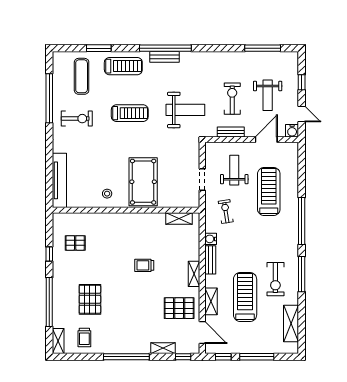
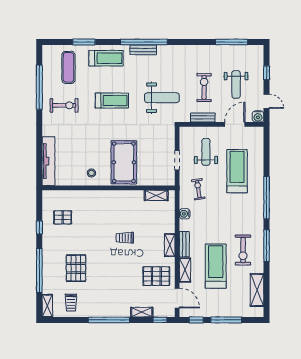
bench: (210, 260) -> (184, 244), moved

